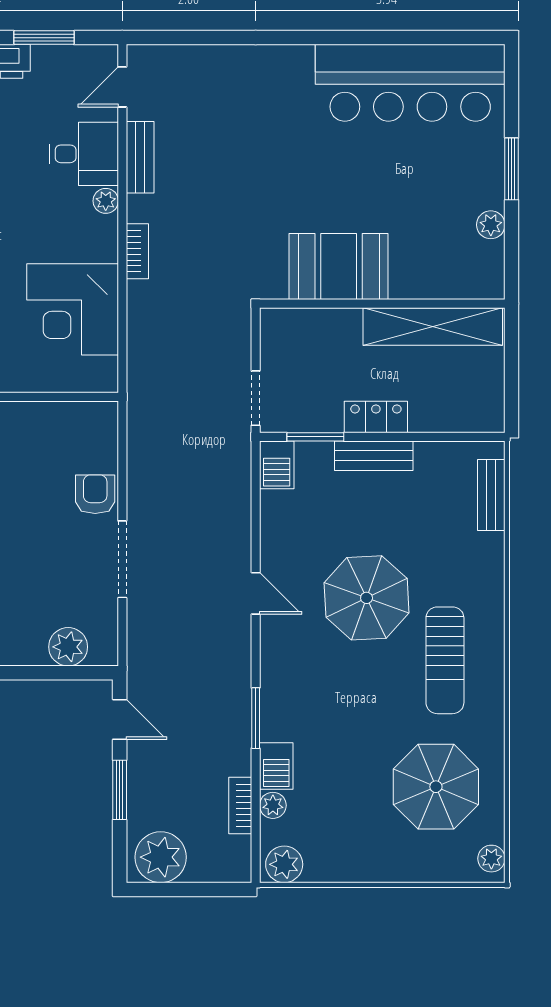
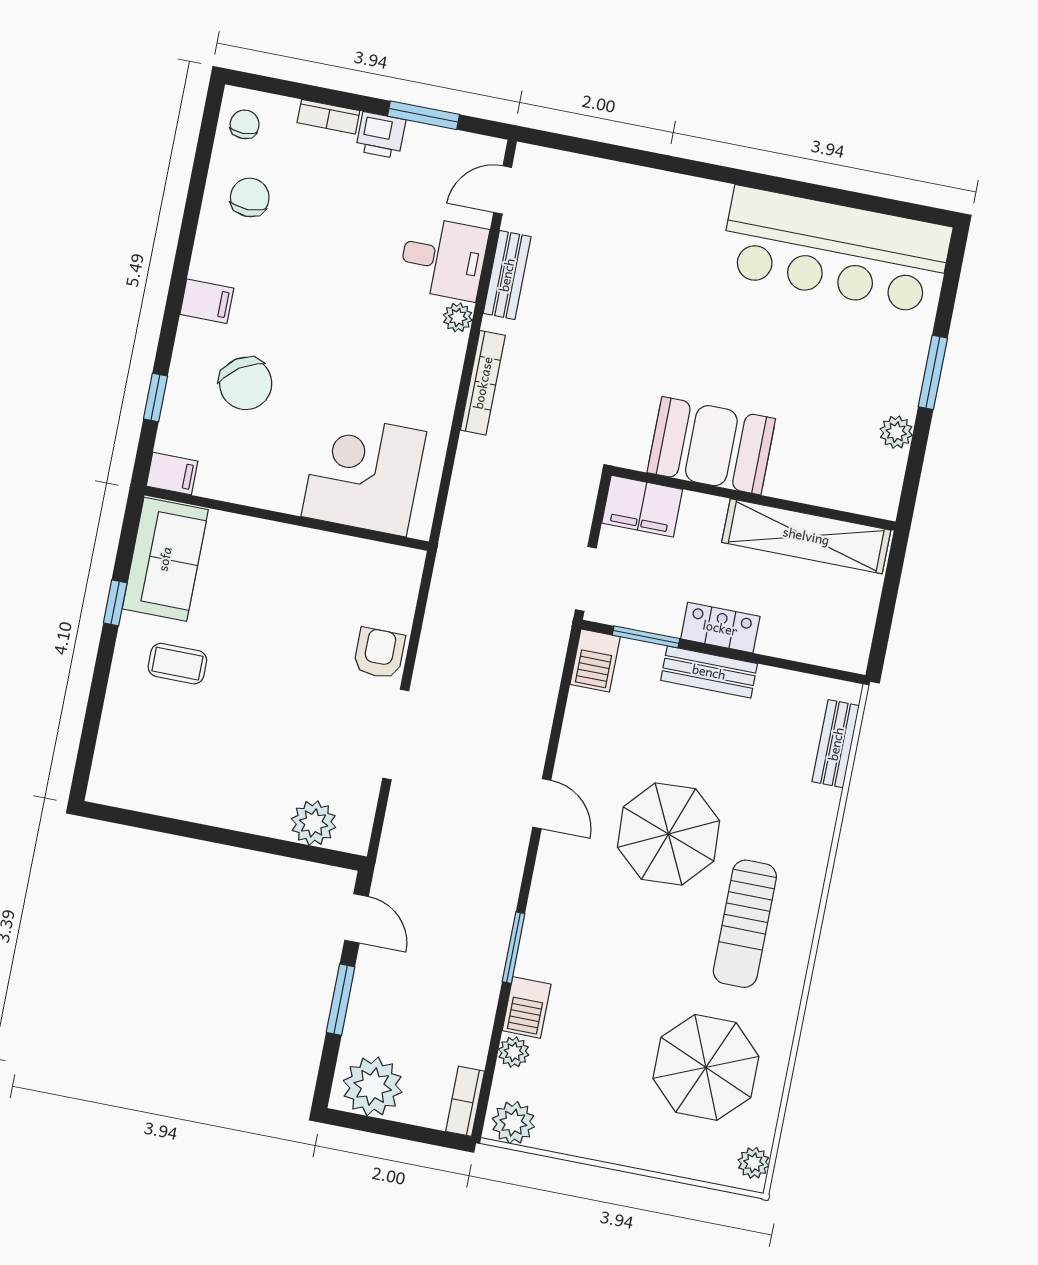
bookcase: (137, 251) -> (483, 383), width x1.56
corner desk: (73, 309) -> (364, 474), moved, turned 90
filing cabinet: (291, 328) -> (642, 506), added
bookcase: (240, 805) -> (465, 1101), moved

